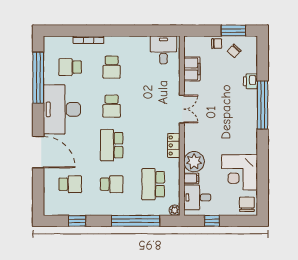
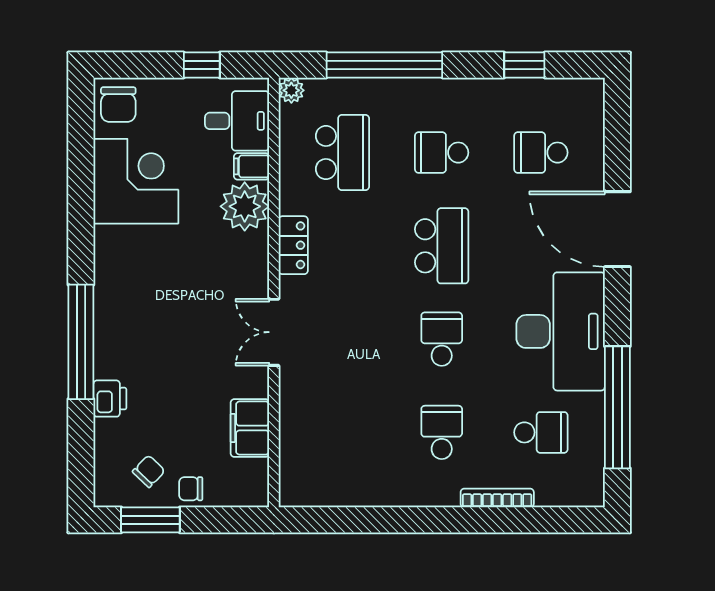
desk: (163, 50) -> (318, 474), removed

